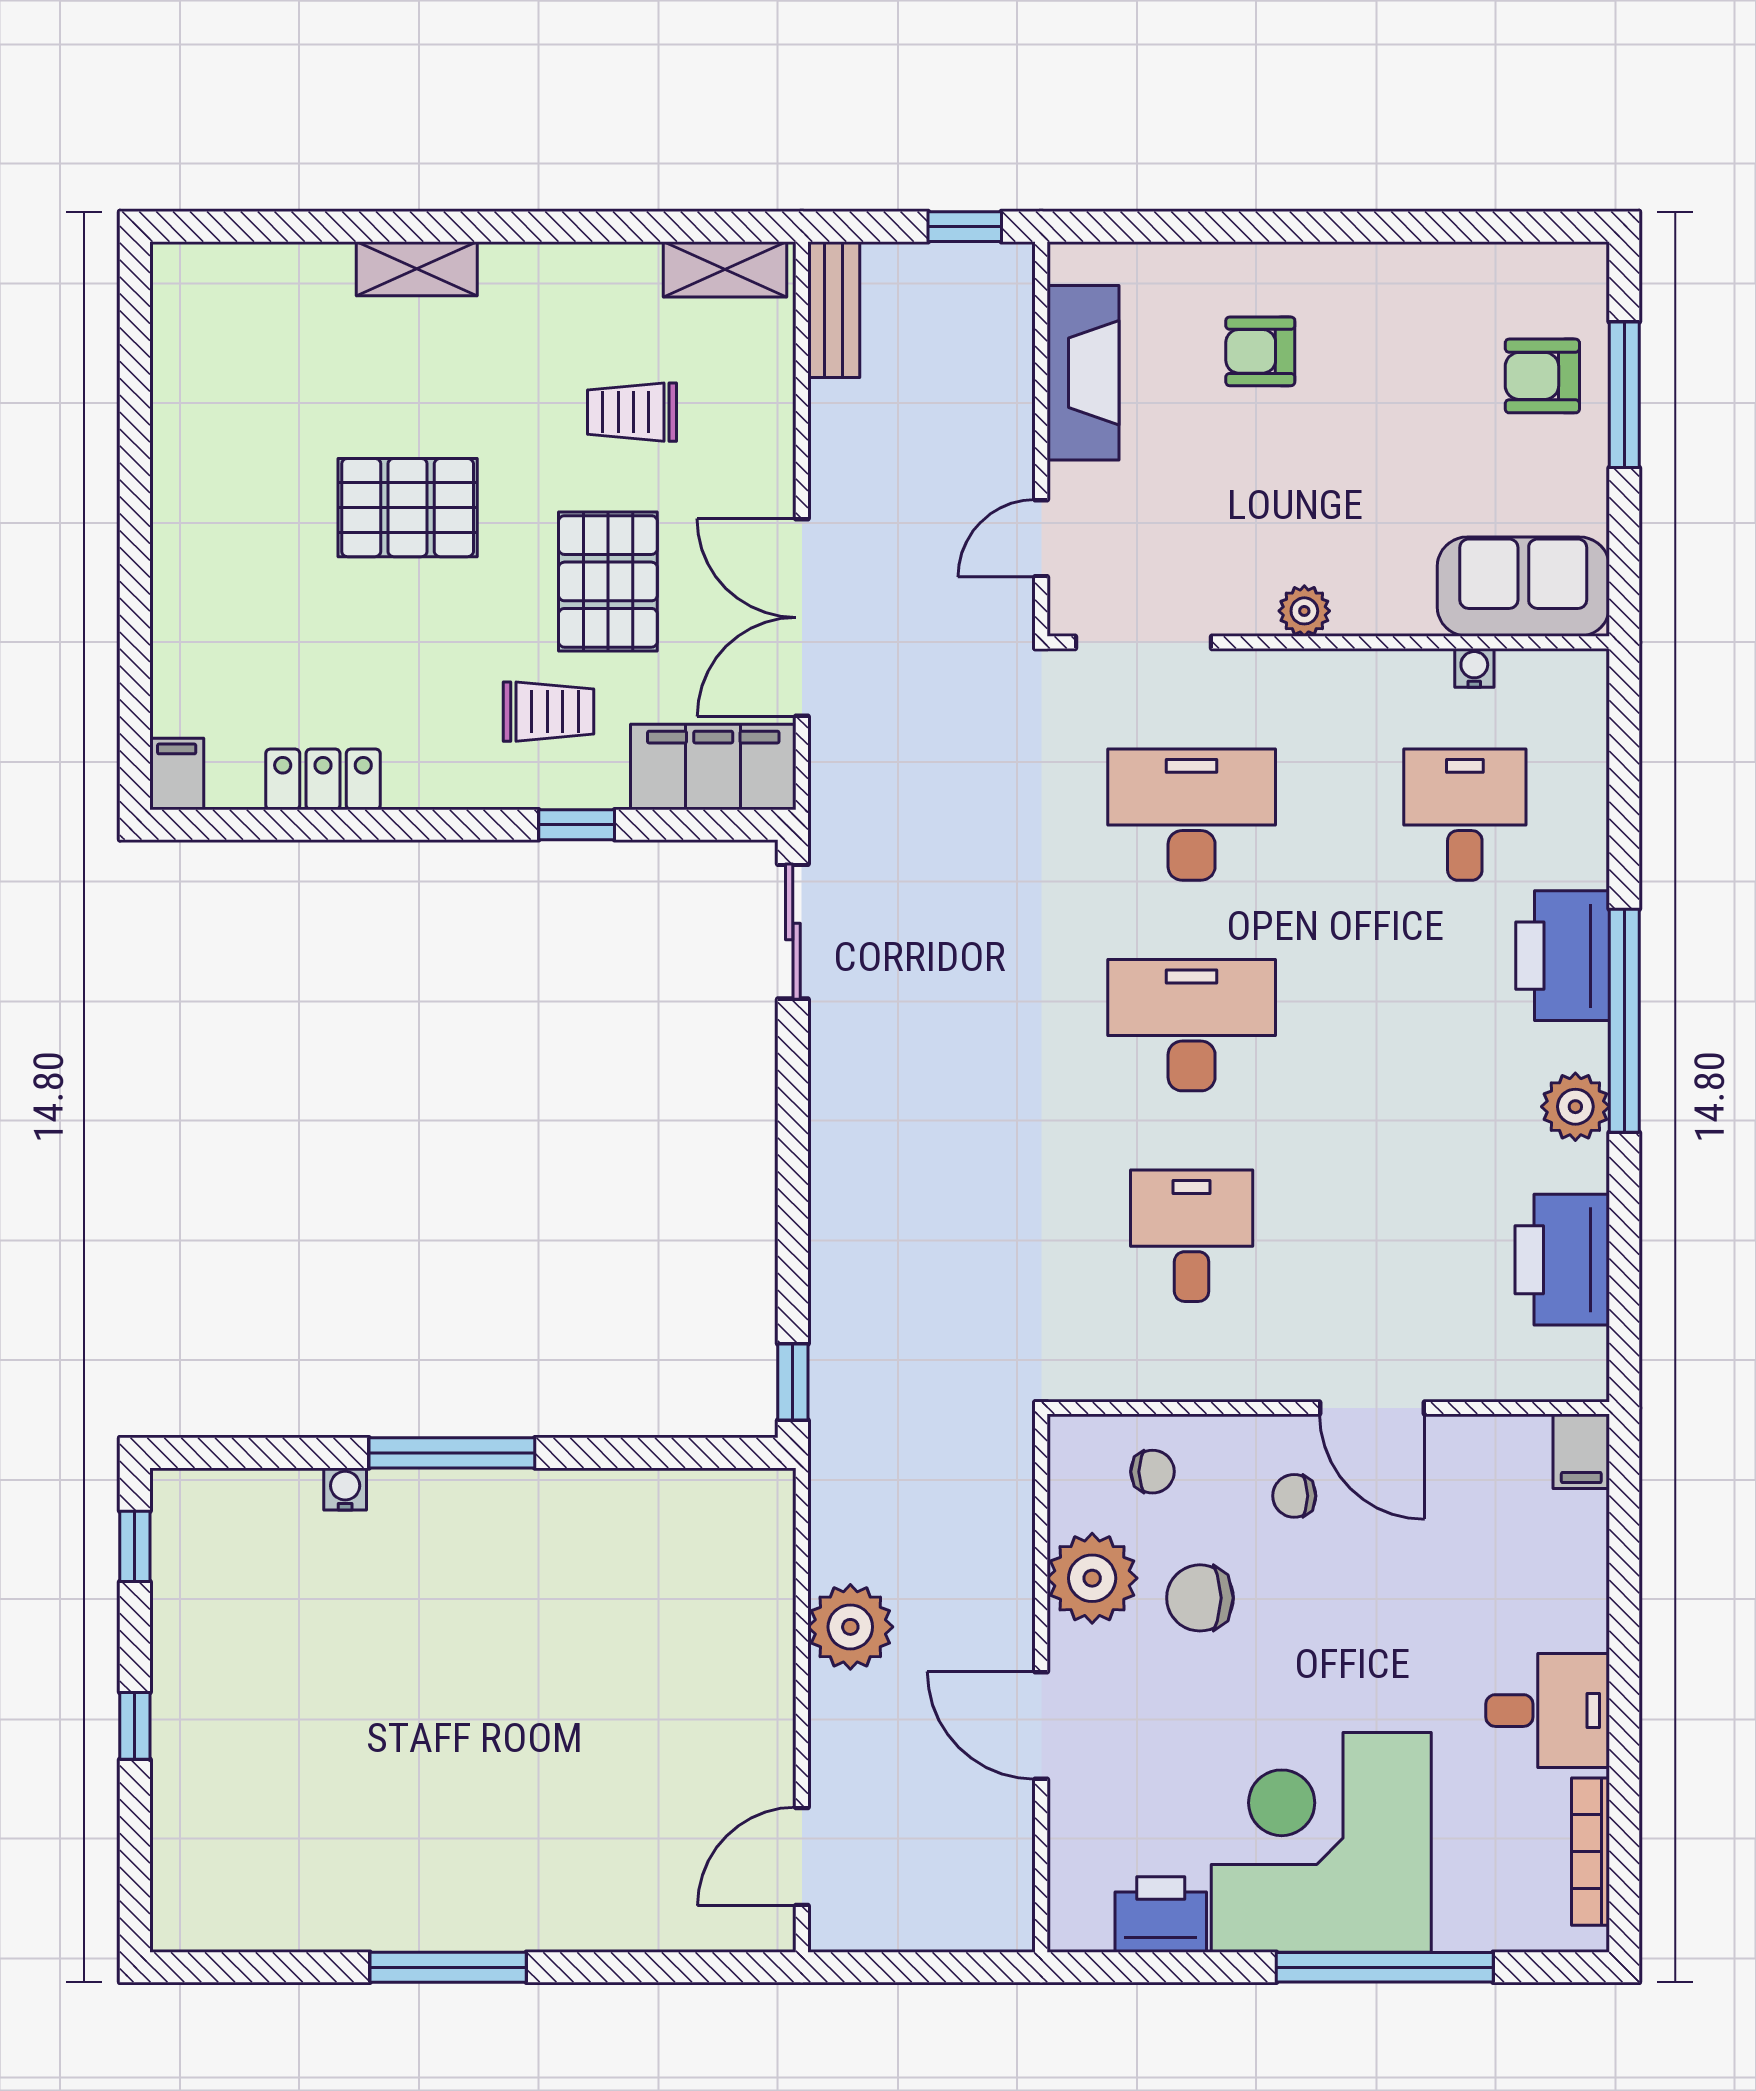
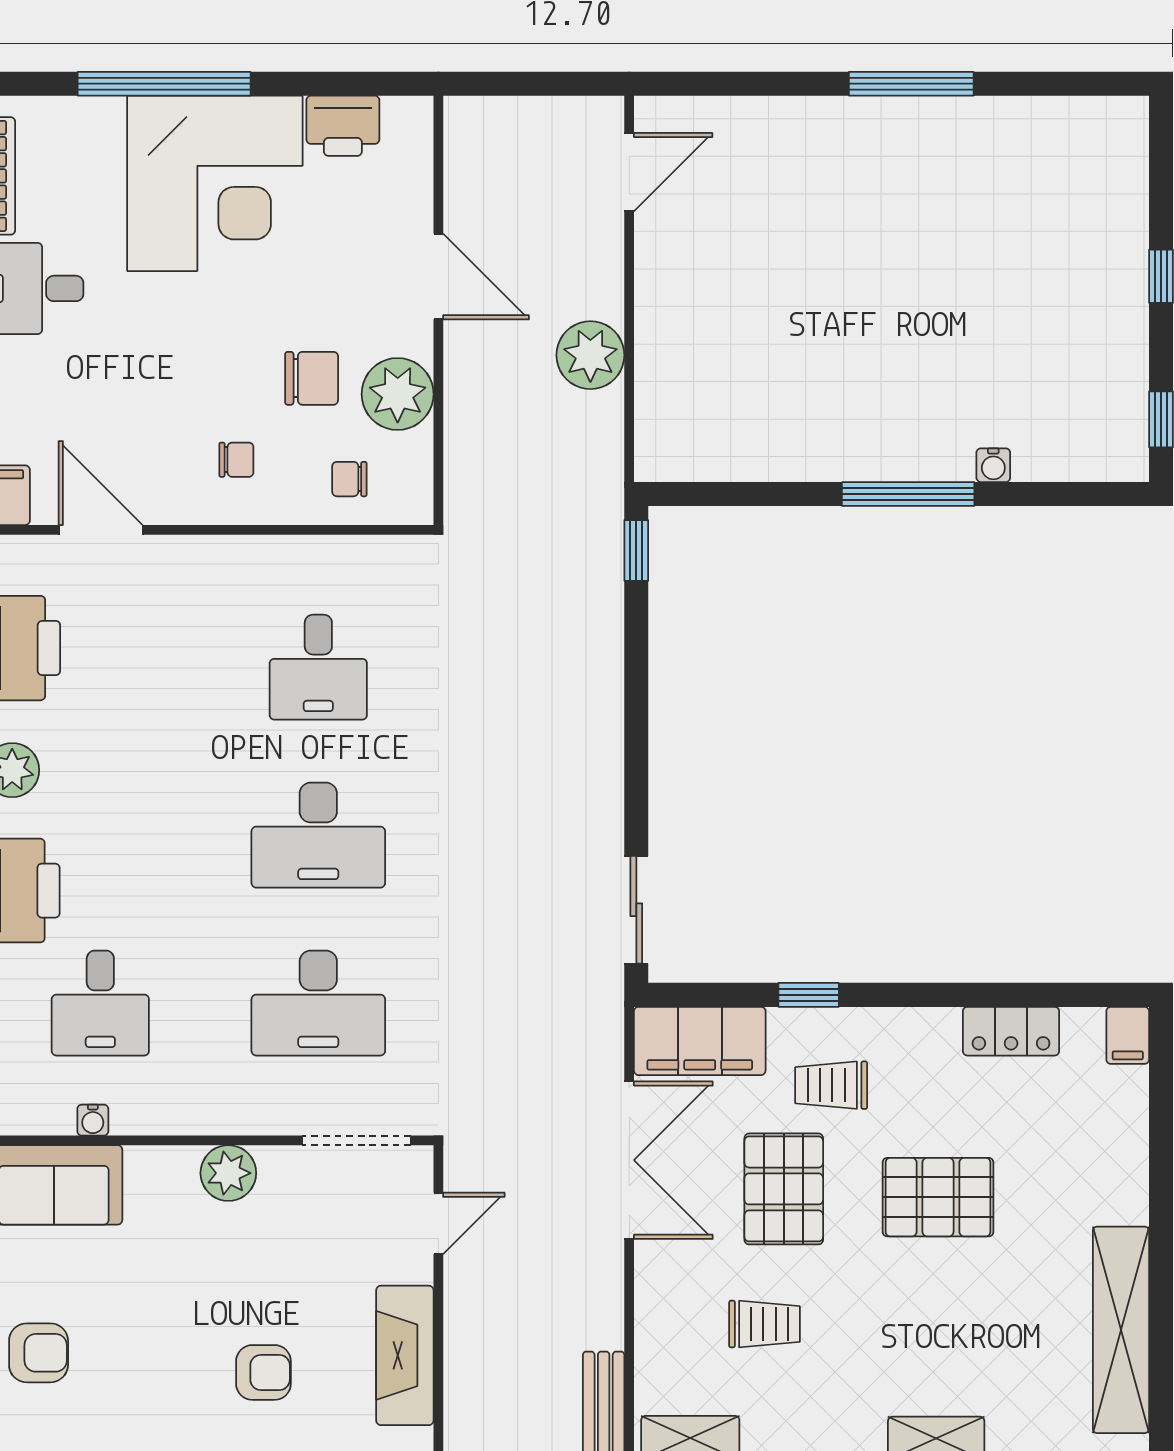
shelving: (185, 405) -> (1121, 1330), added
pallet: (408, 508) -> (938, 1197), moved
plant: (1304, 611) -> (228, 1173), width x1.38, depth x1.38
door: (1372, 1408) -> (101, 530), moved

